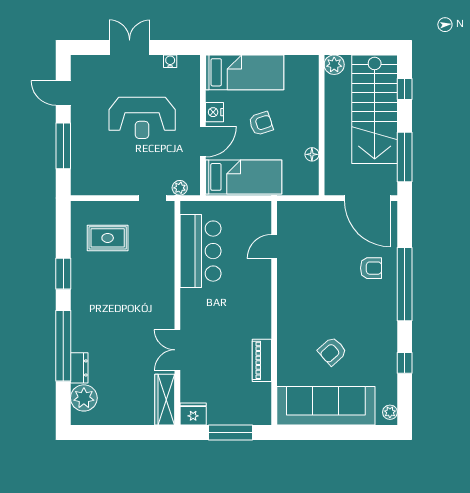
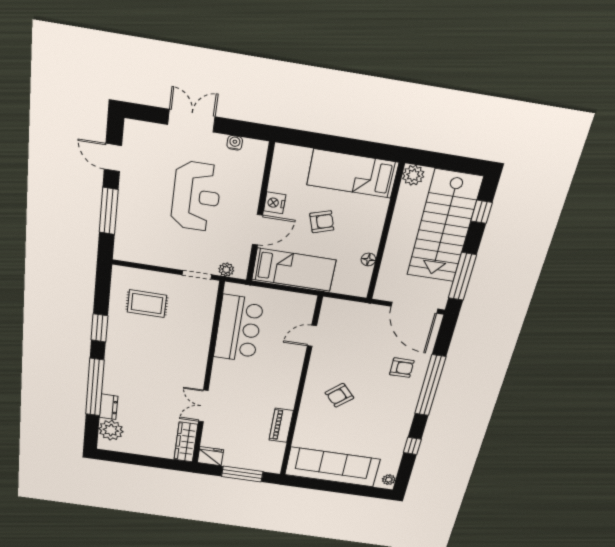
bed: (245, 72) -> (353, 174), moved, turned 180
reception desk: (142, 118) -> (196, 196), turned -90
armchair: (332, 351) -> (339, 395), moved

